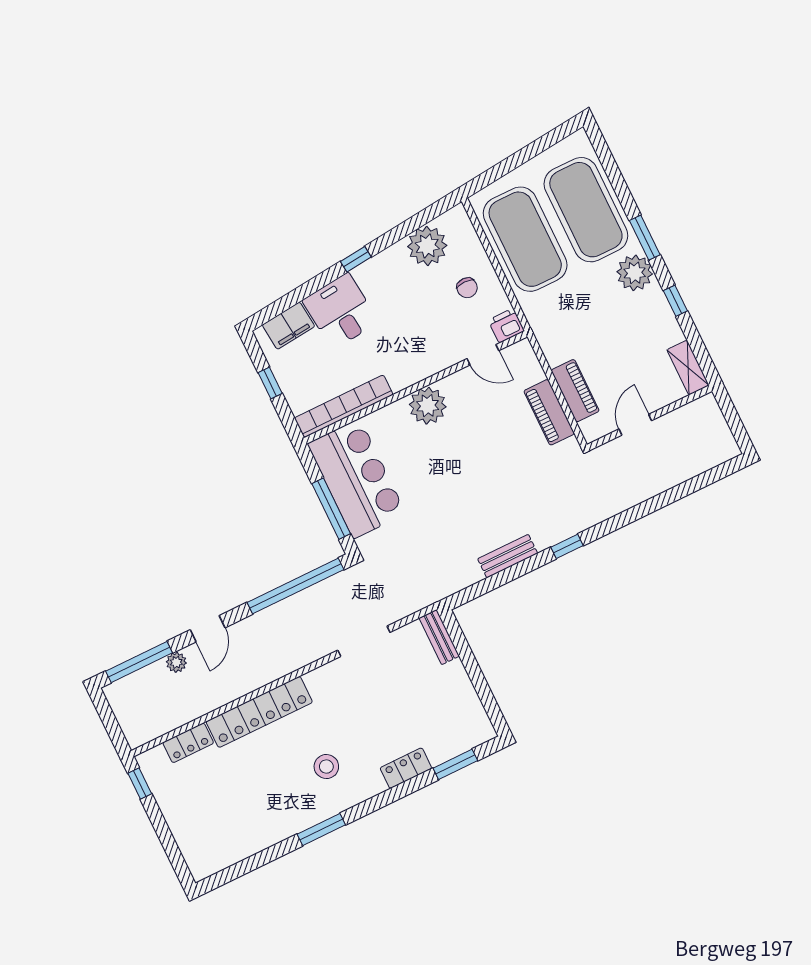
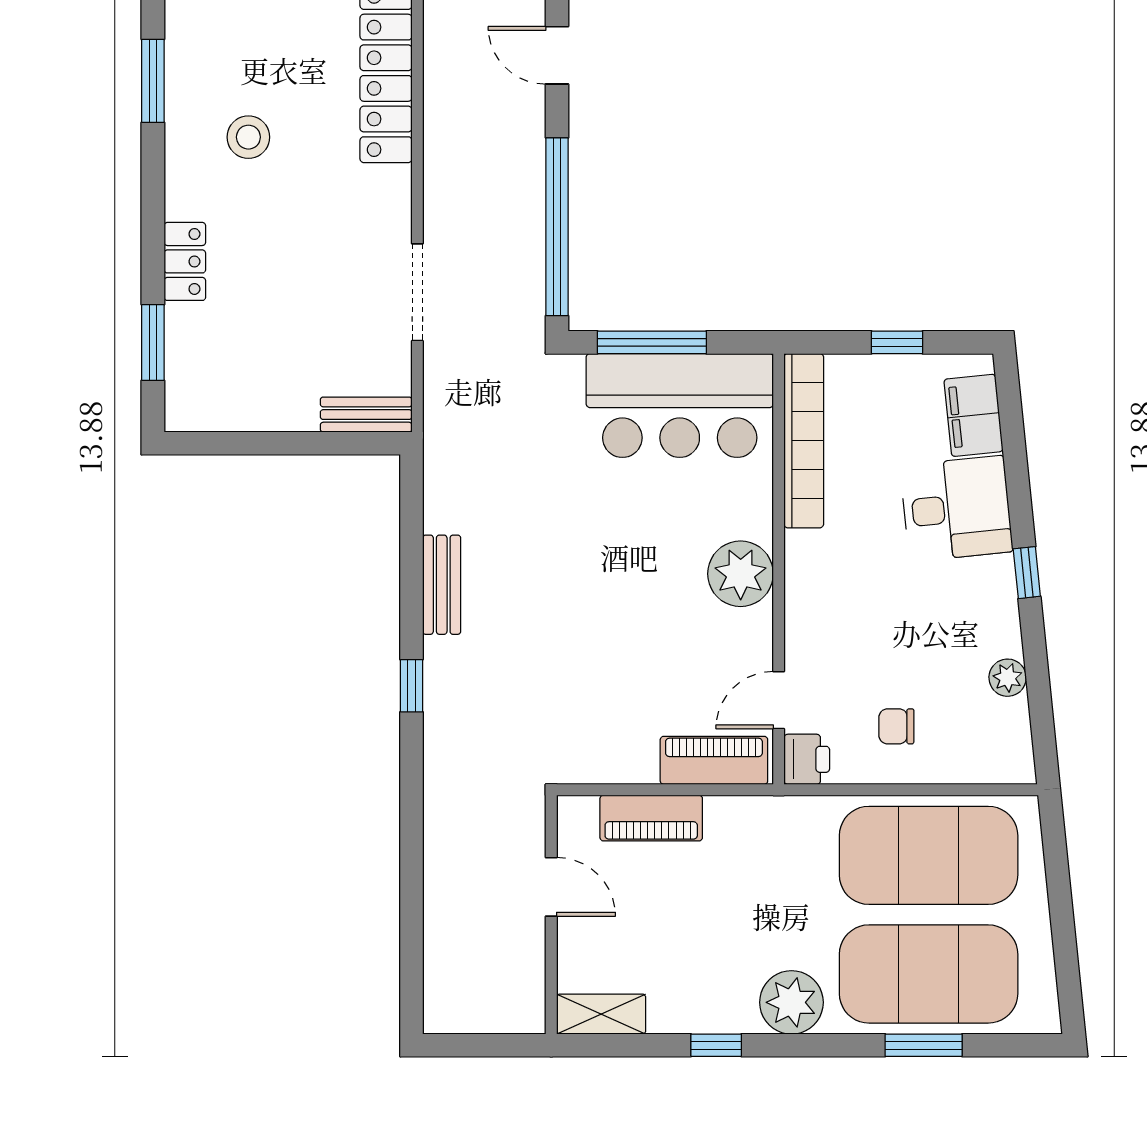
window: (645, 238) -> (924, 1045), moved
plant: (427, 246) -> (1008, 678), width x0.53, depth x0.53
piano: (549, 412) -> (714, 760), moved

